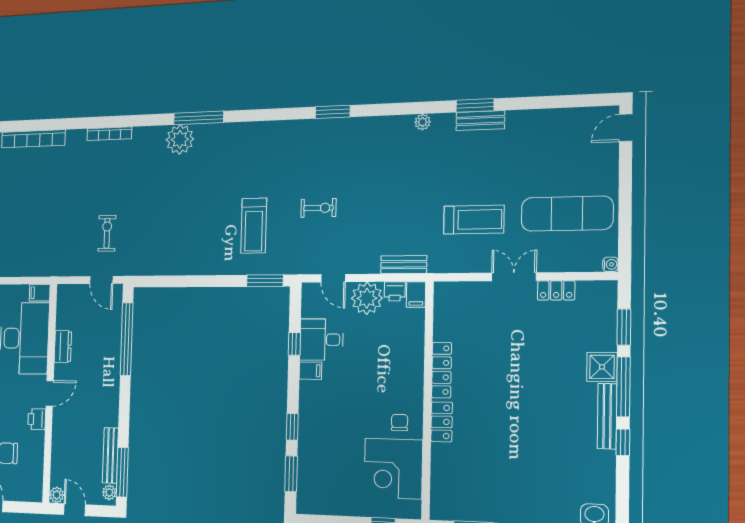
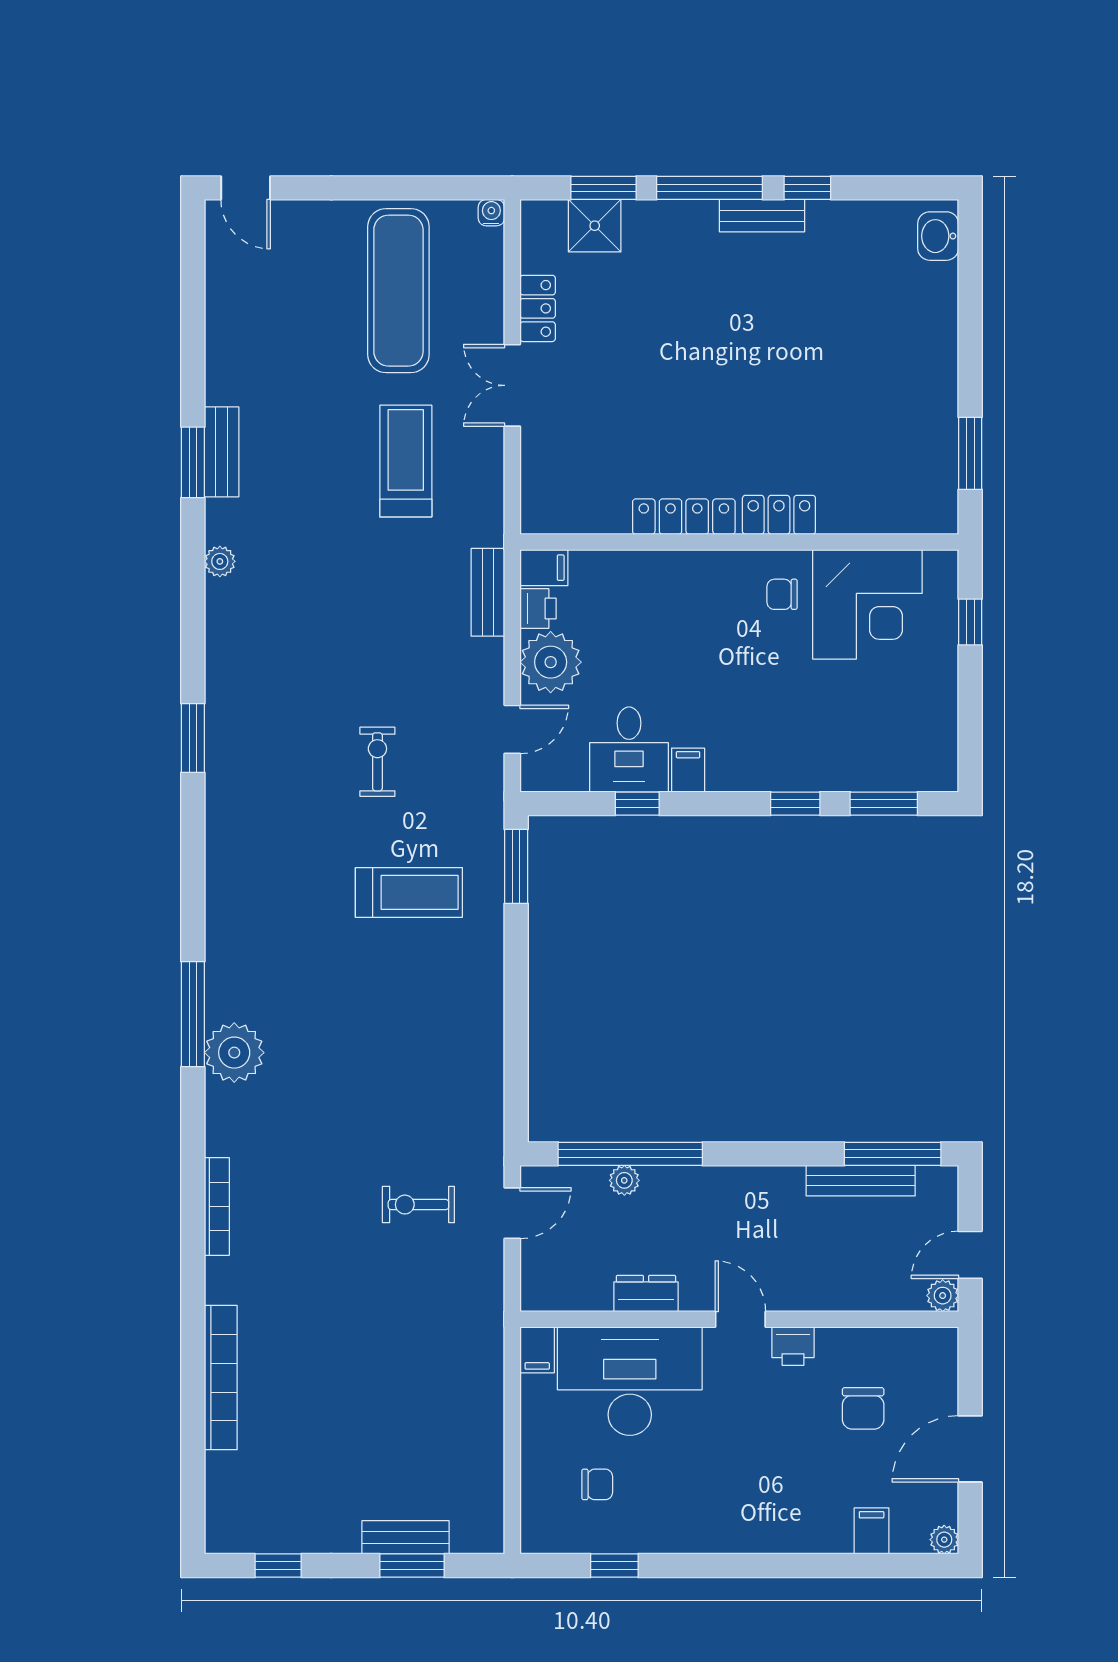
shower: (602, 367) -> (595, 226), moved
bench: (607, 416) -> (762, 216), width x0.73
plant: (109, 492) -> (624, 1180), moved

